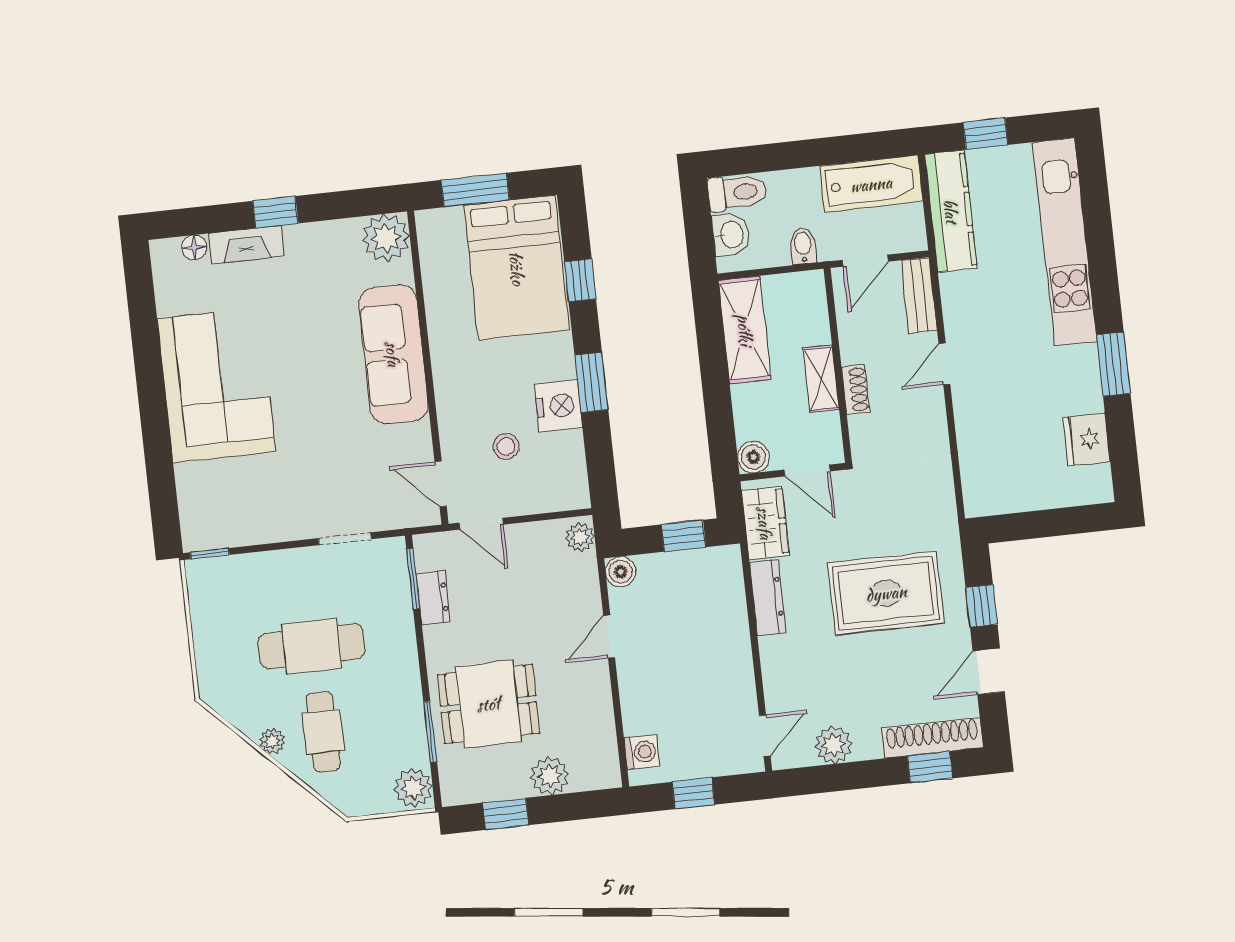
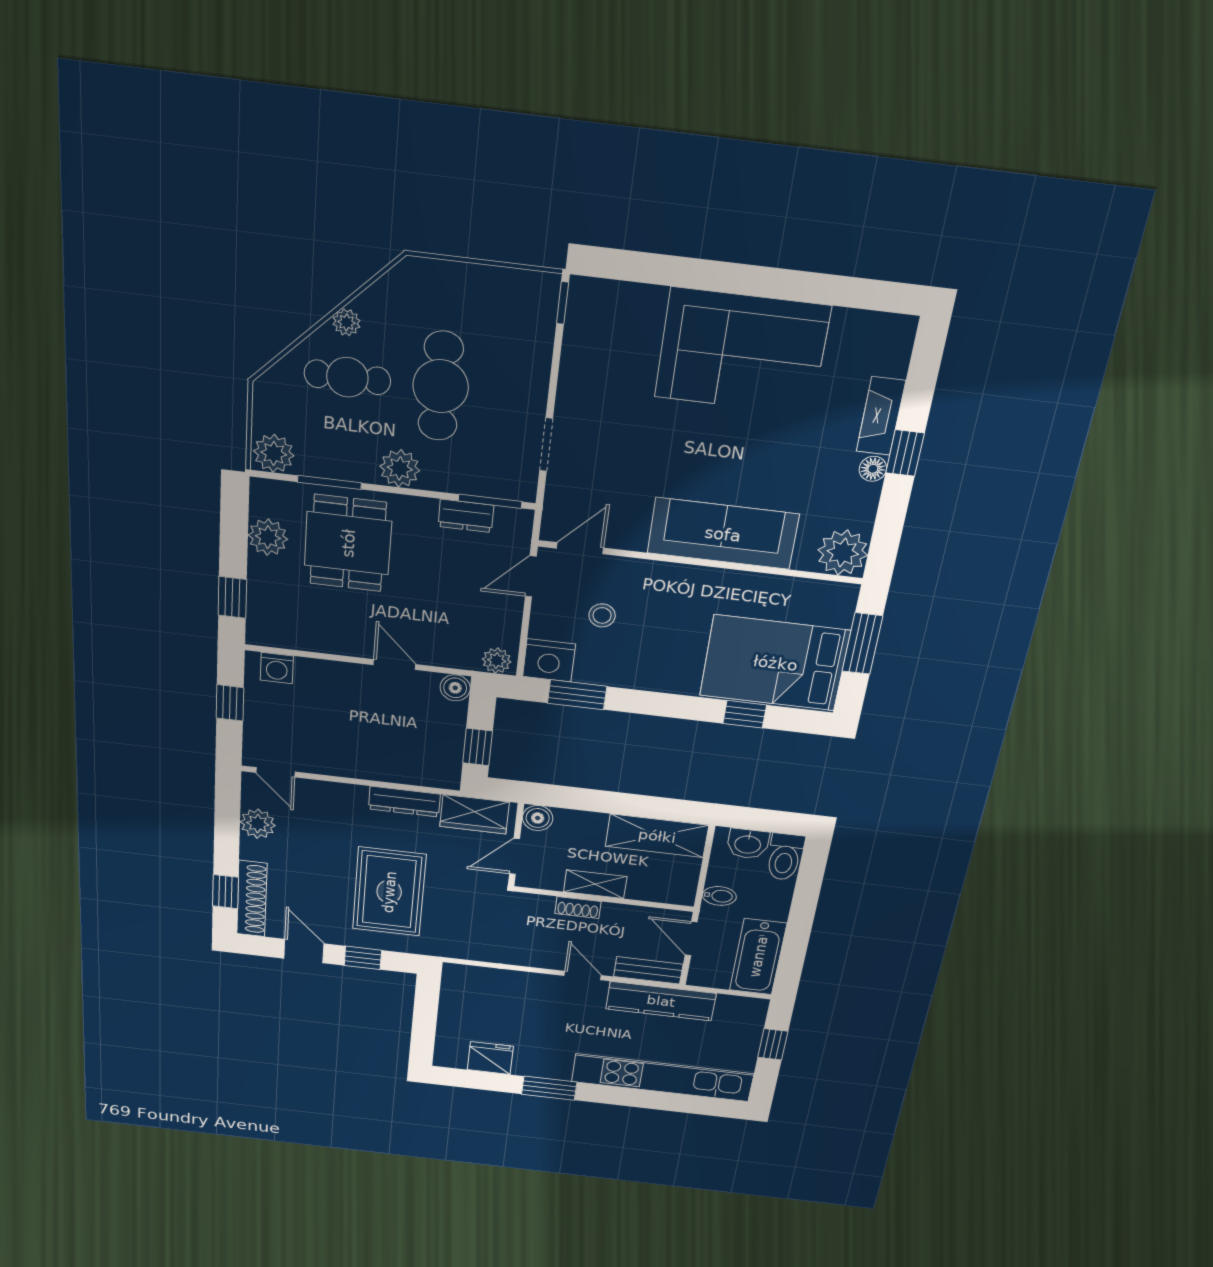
kitchen counter: (951, 211) -> (661, 1001), moved
floor lamp: (194, 247) -> (873, 469), moved
window: (591, 382) -> (577, 695), moved
nightstand: (558, 406) -> (549, 660), moved
plant: (400, 669) -> (400, 468), added
plant: (550, 776) -> (268, 537), moved
window: (506, 814) -> (232, 597), moved

